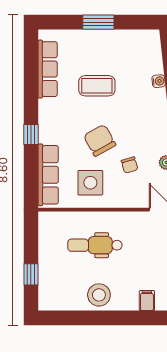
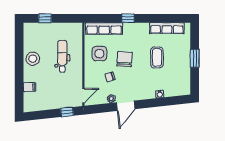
chair: (100, 140) -> (125, 59), turned -57

